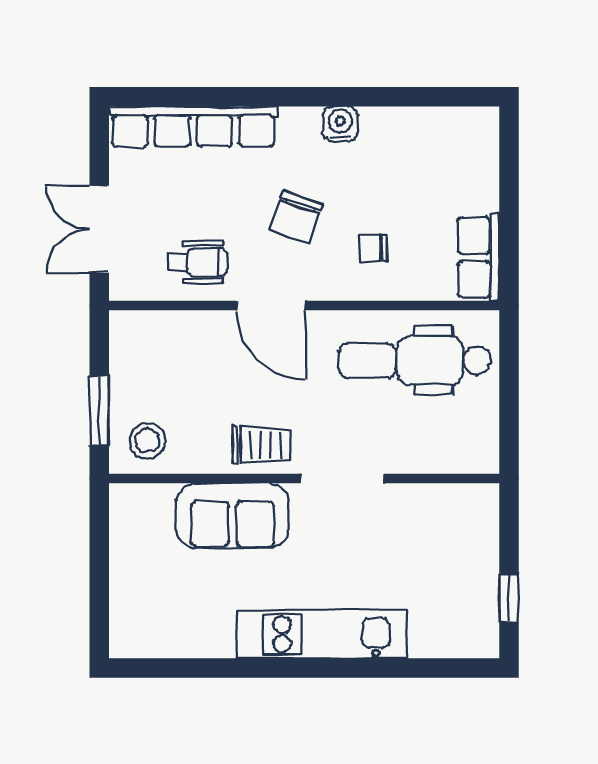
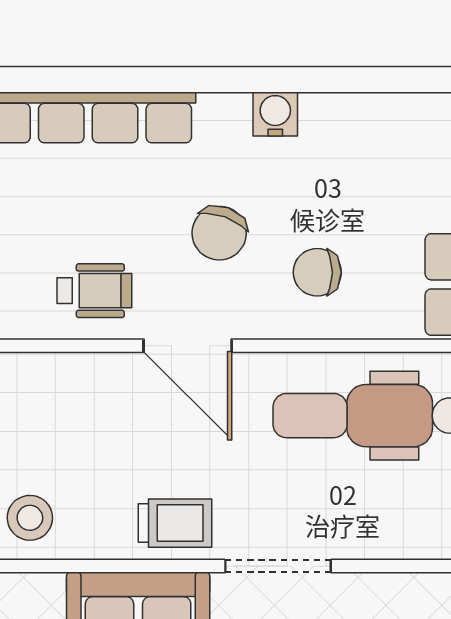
chair: (373, 248) -> (317, 272), width x1.37, depth x1.37

